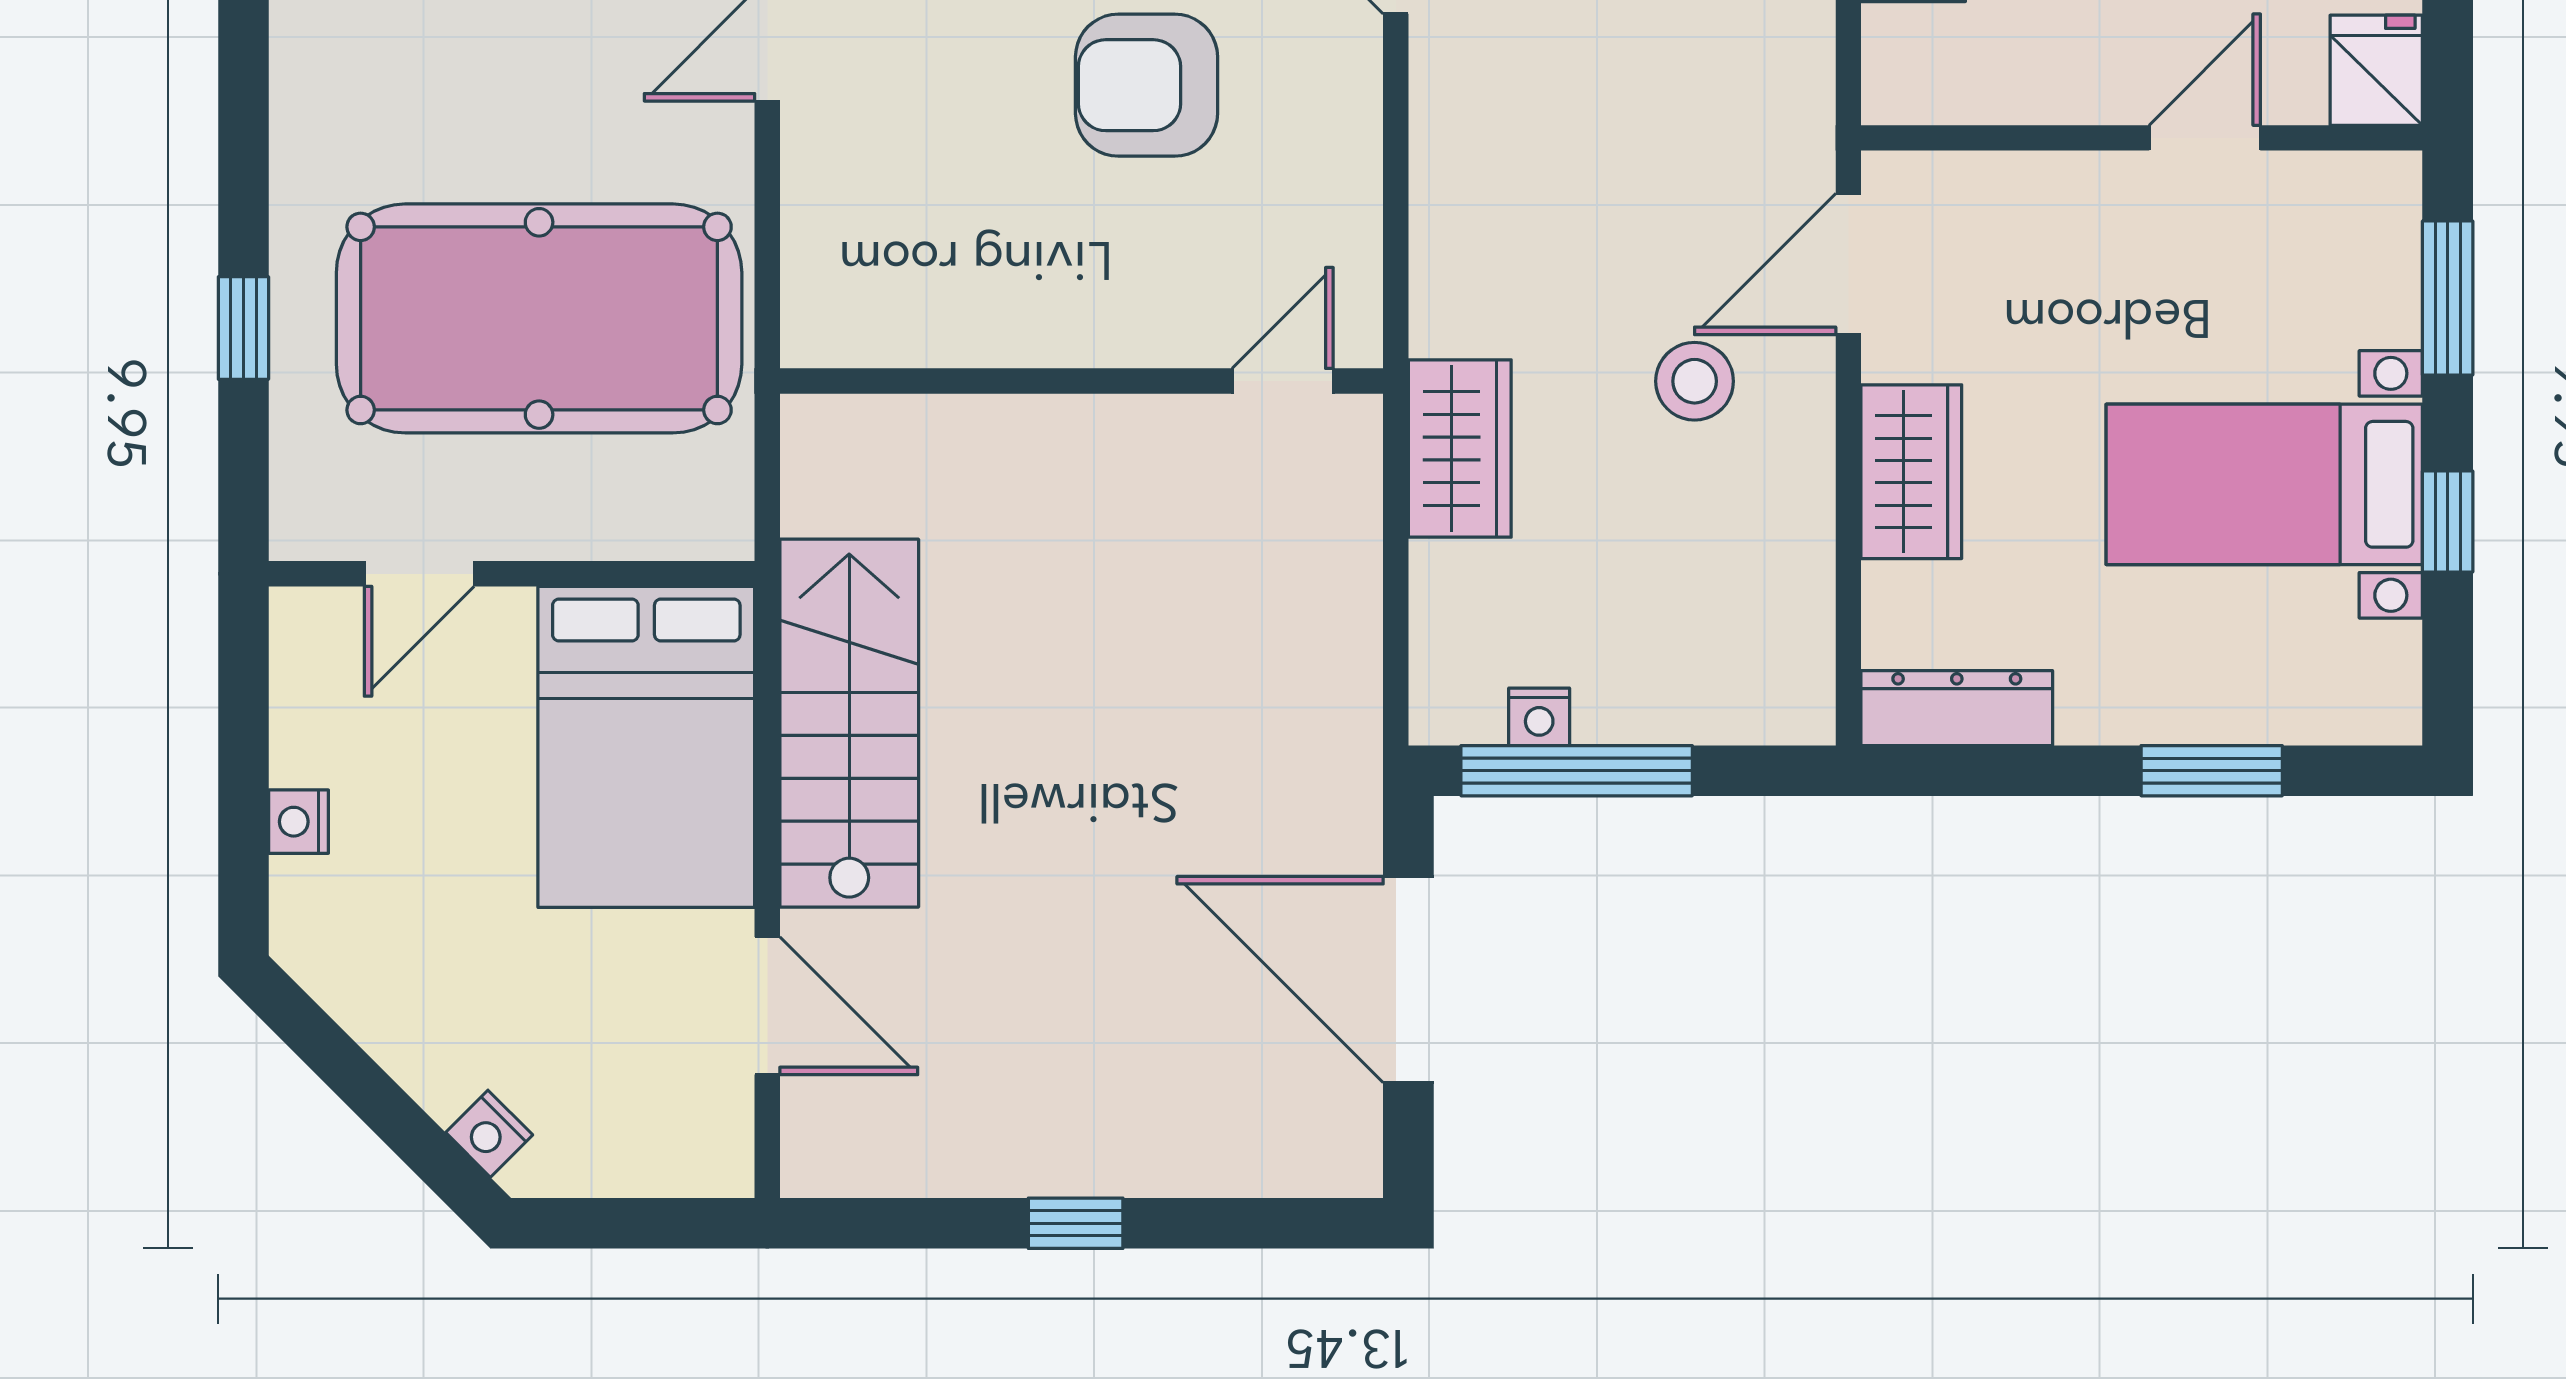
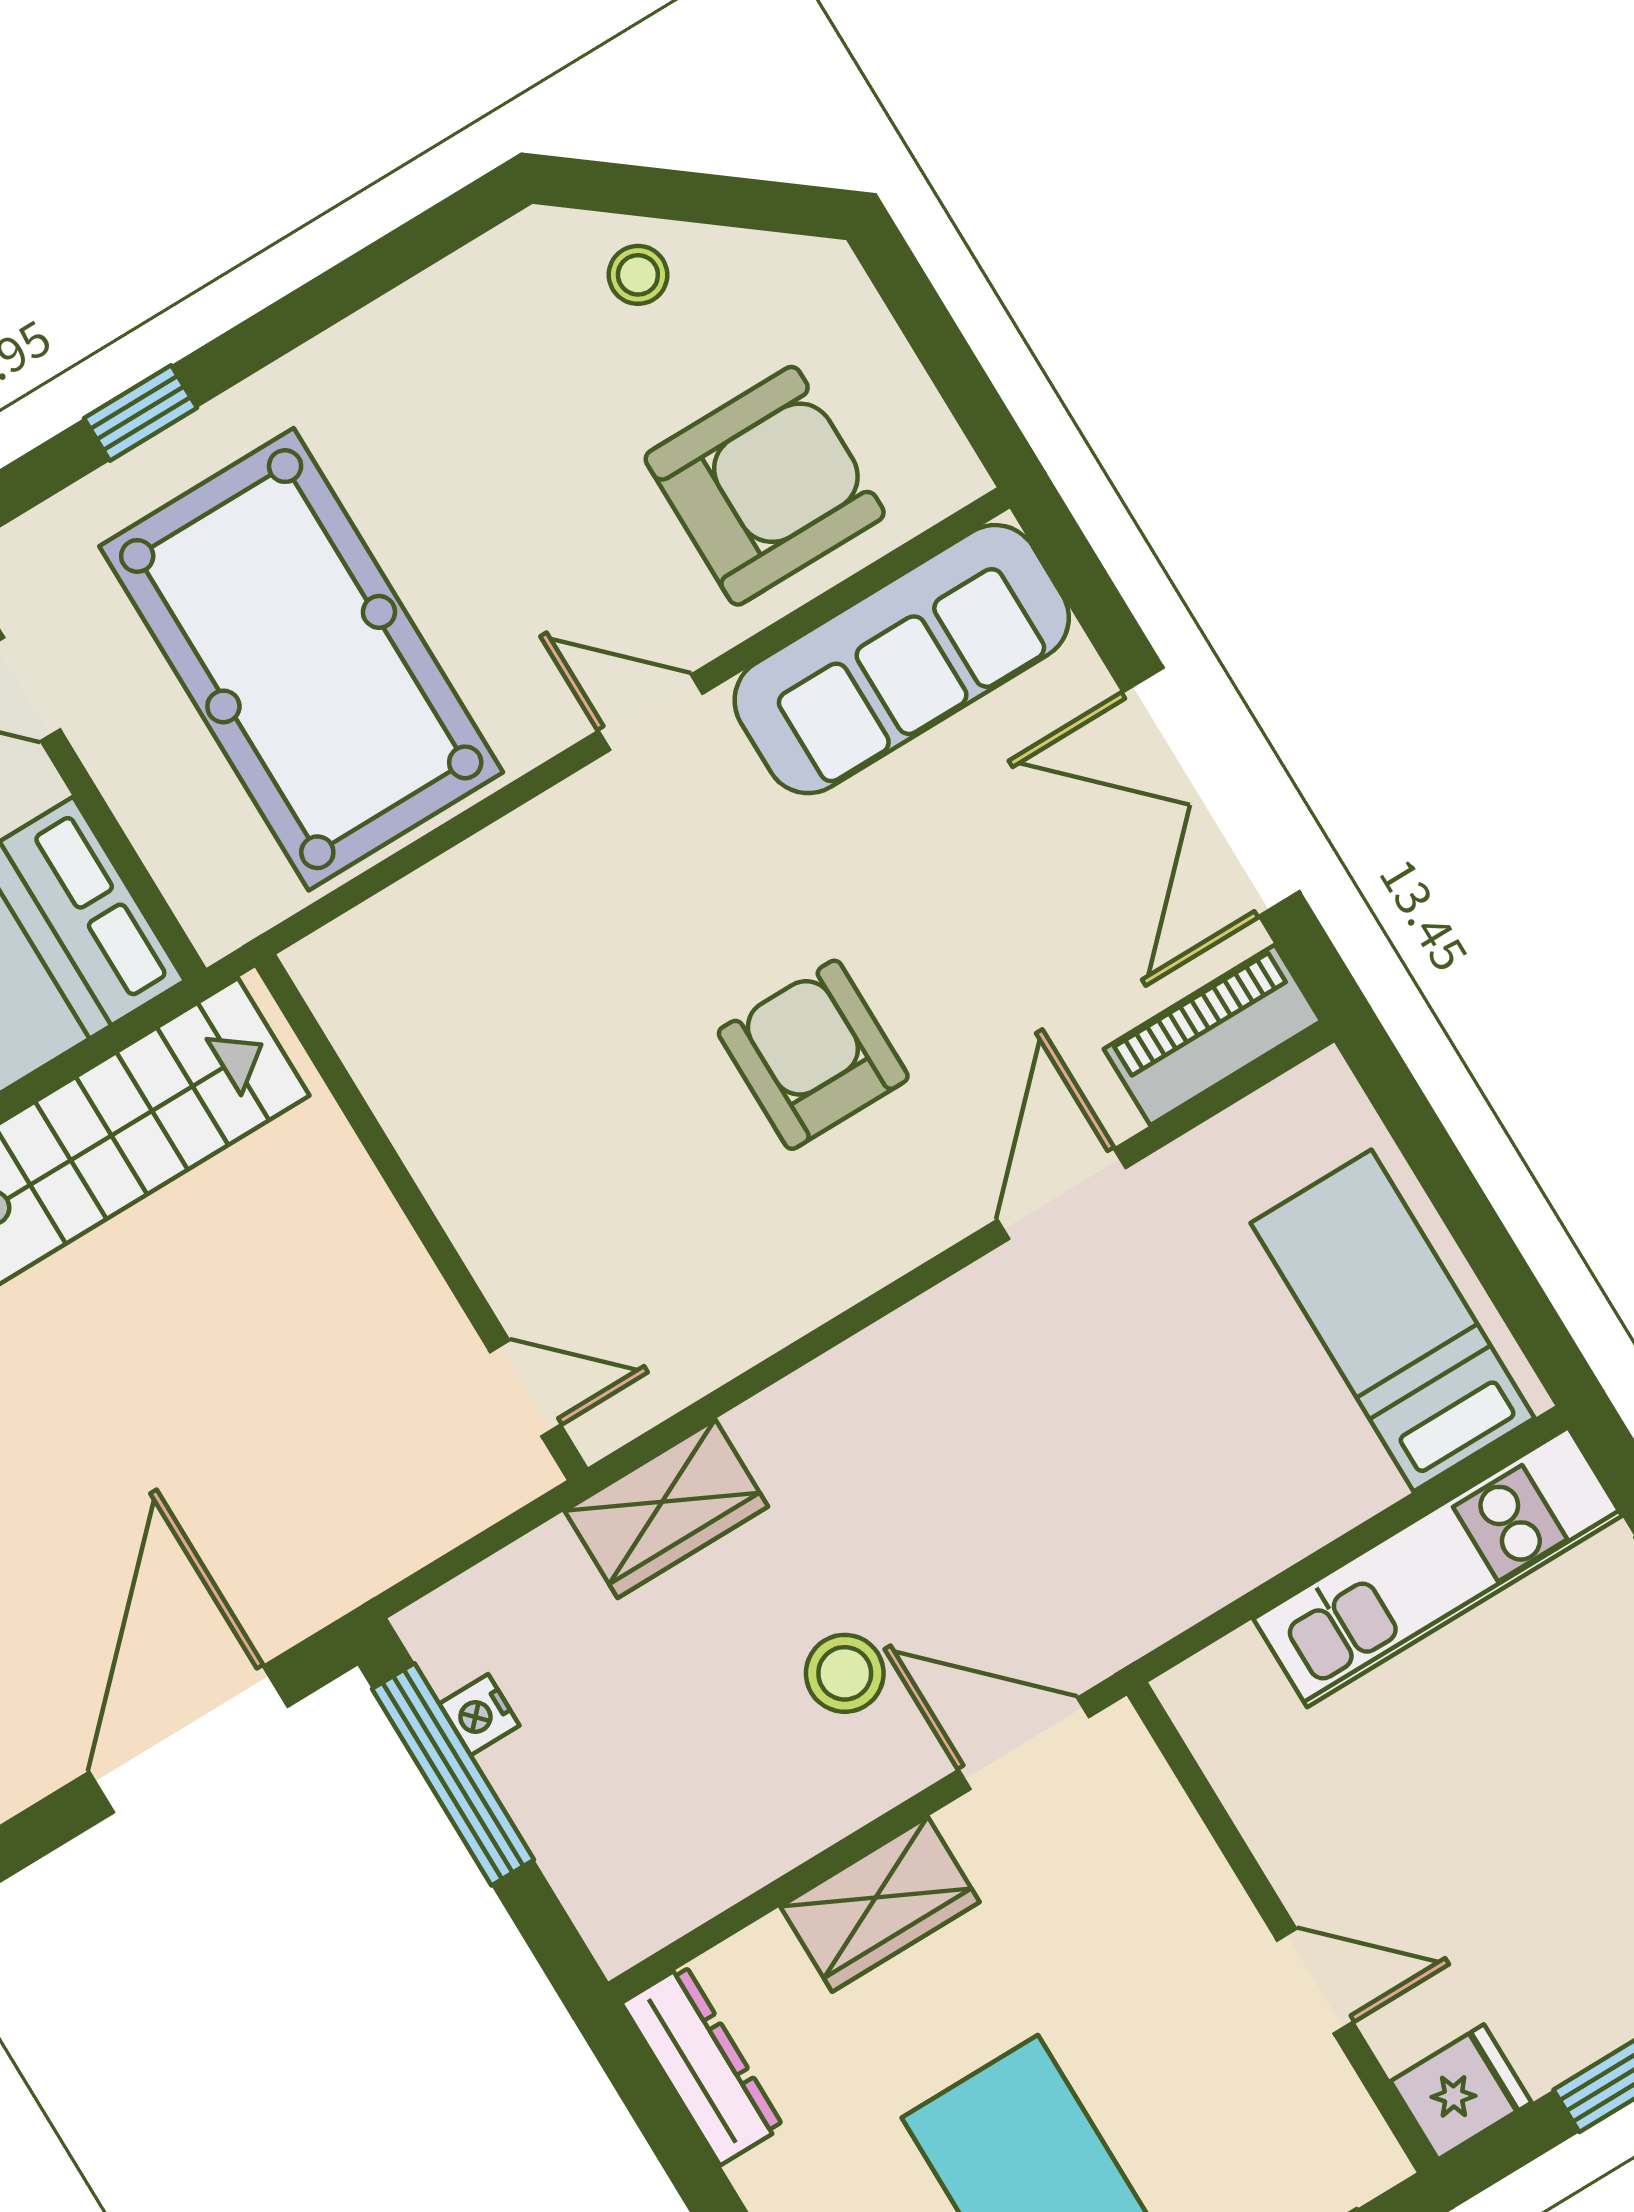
wall: (1082, 381) -> (421, 1217), moved
door: (1283, 381) -> (525, 1388), moved

